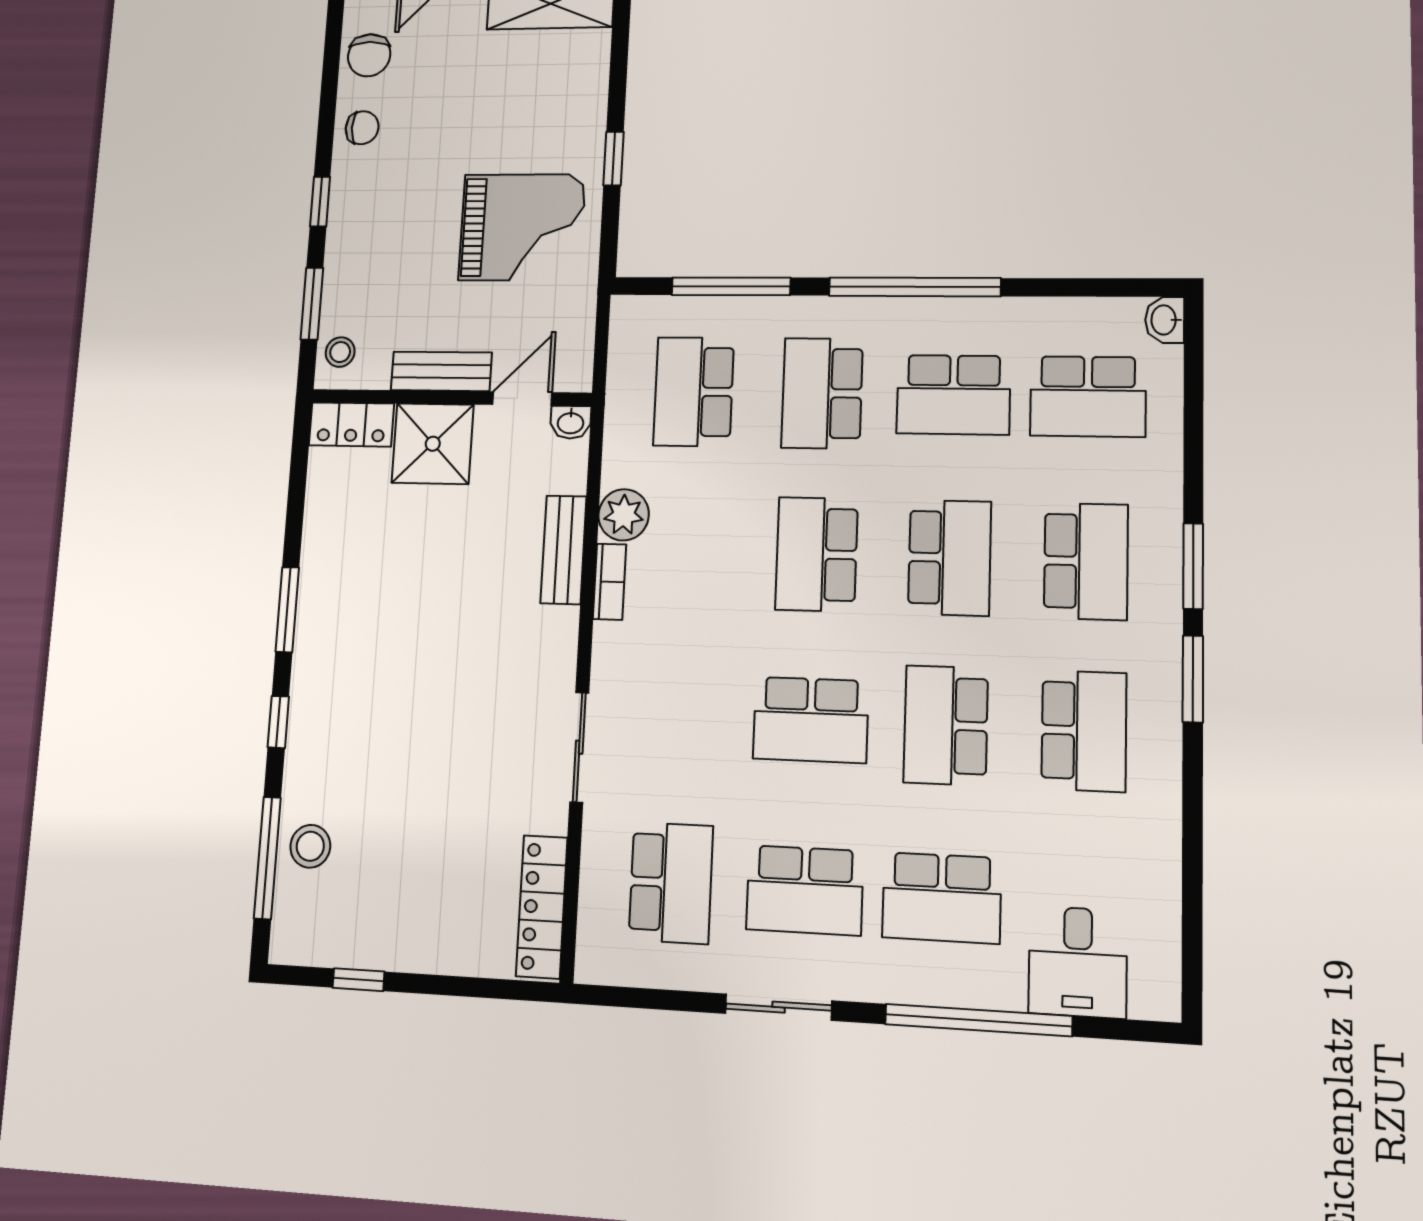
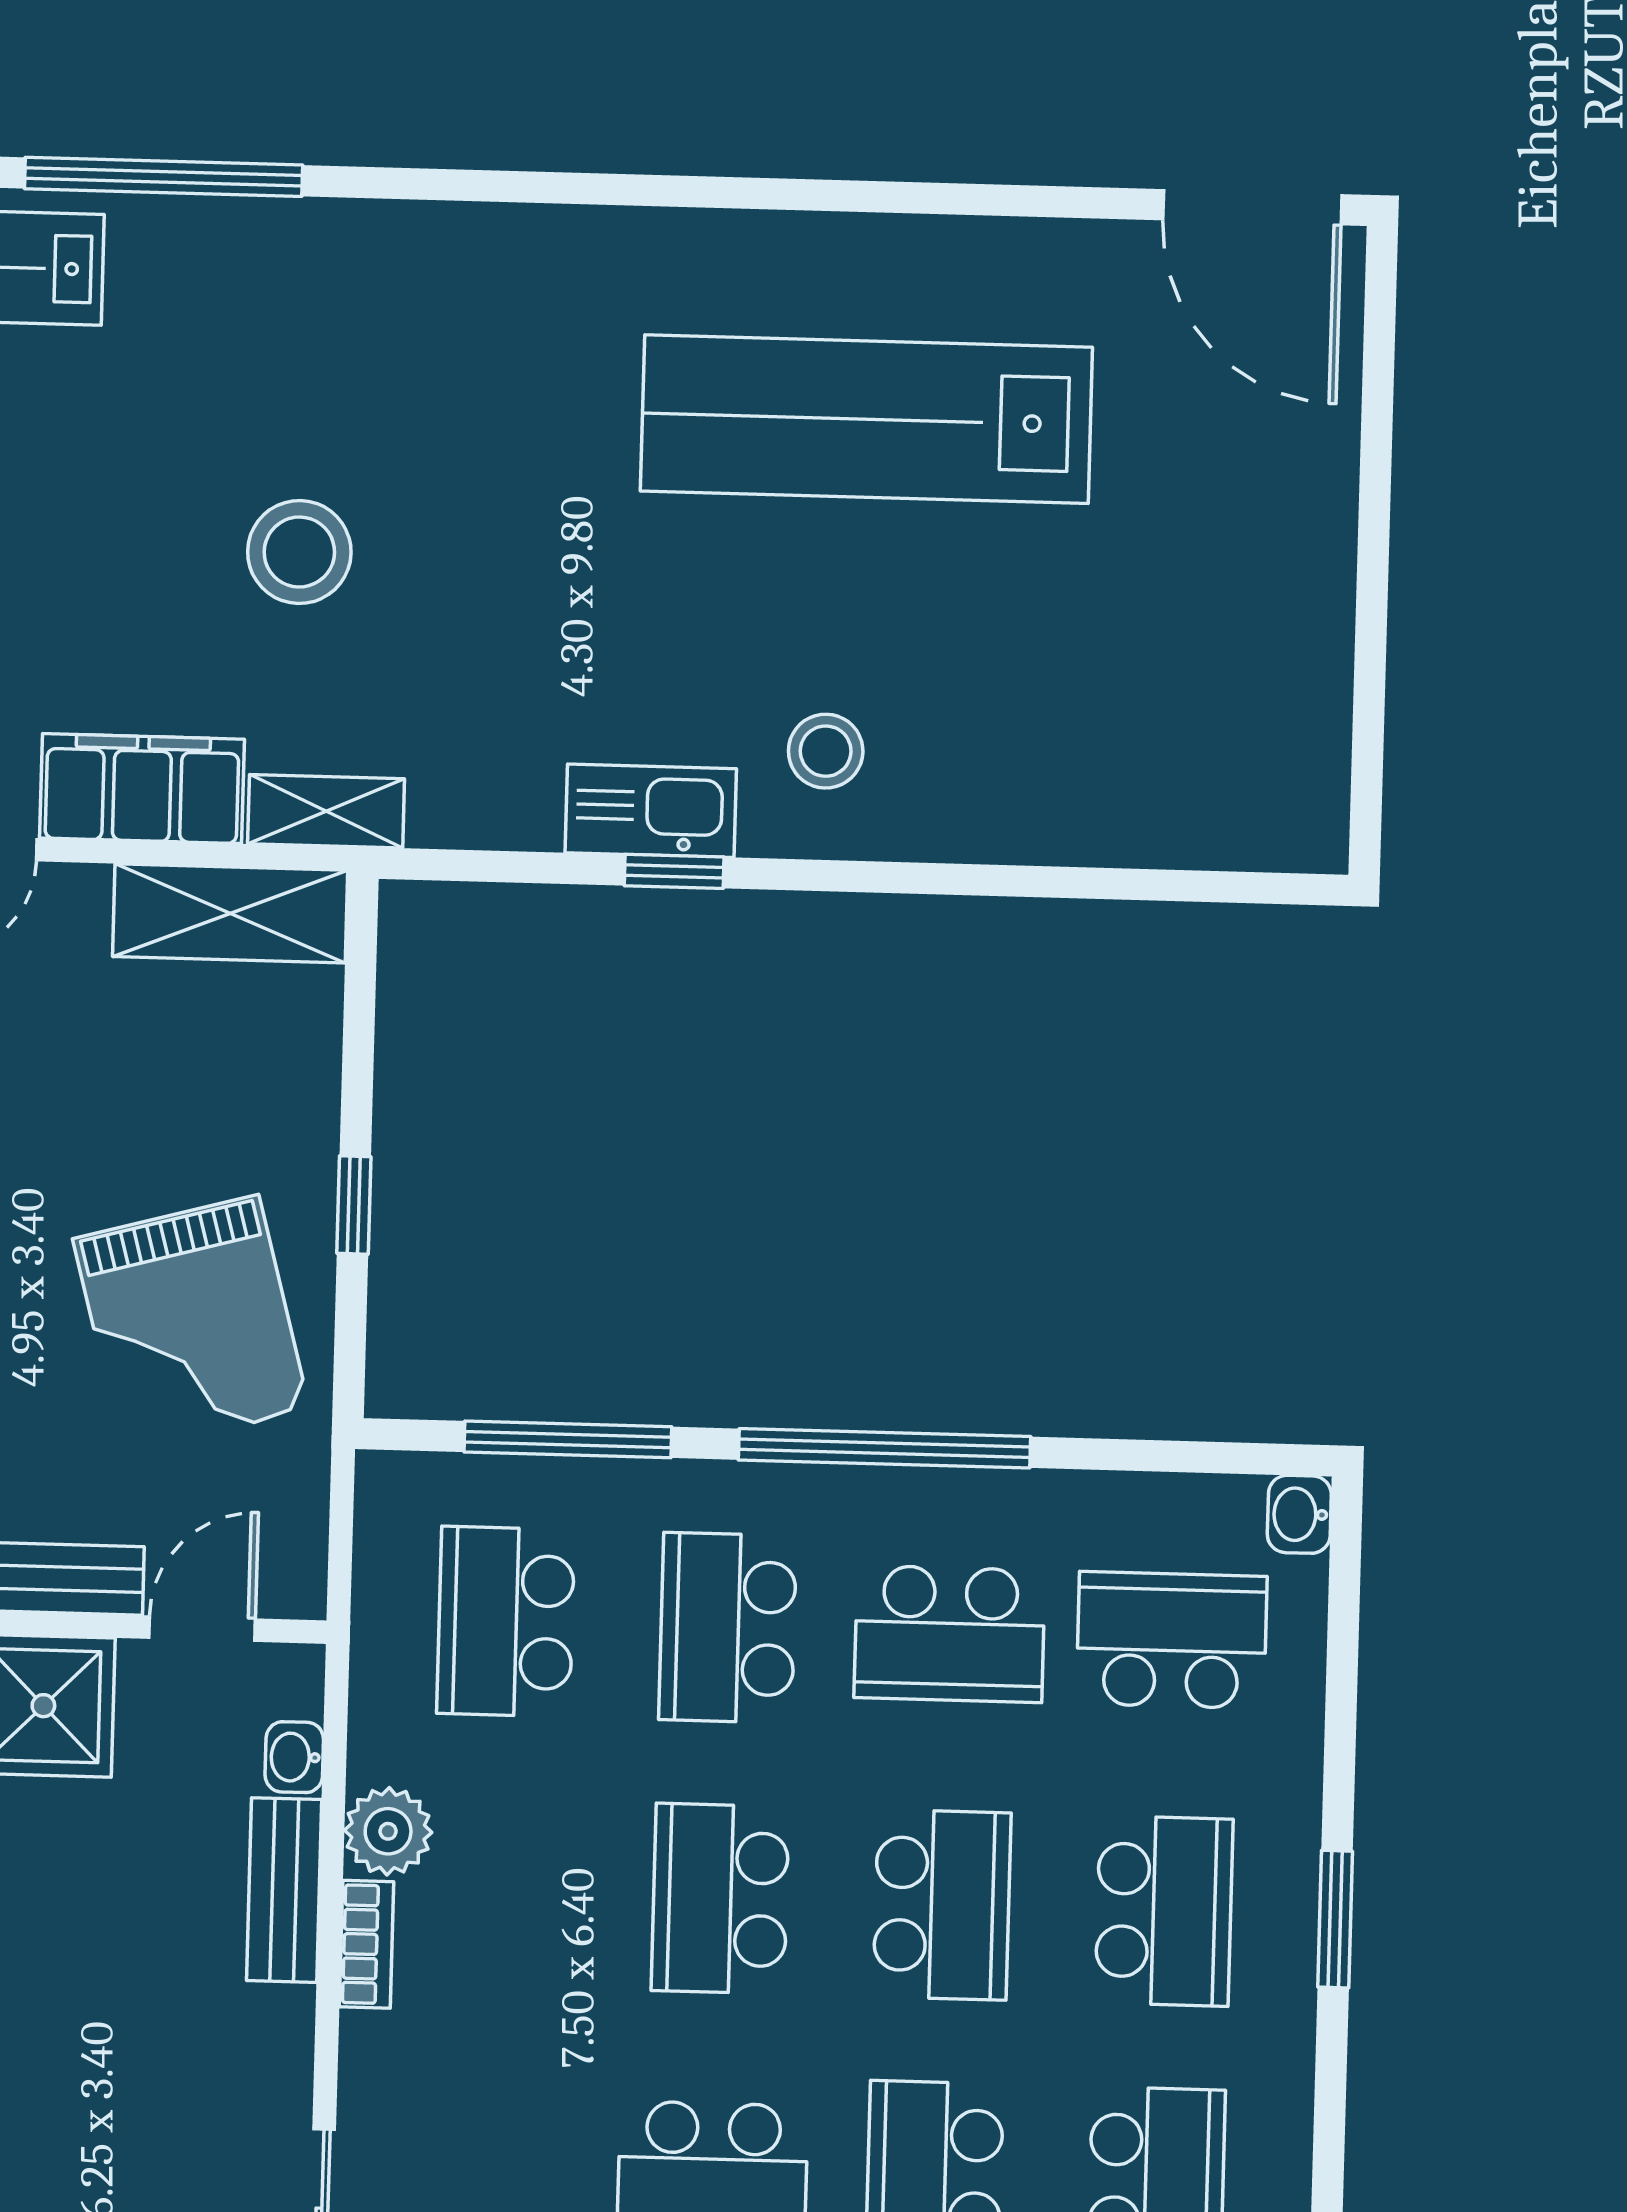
grand piano: (522, 227) -> (191, 1324), turned 75
school desk: (1088, 396) -> (1172, 1640), turned 180
washbasin: (571, 422) -> (294, 1757), moved, turned 90
window: (1193, 679) -> (1330, 2098), removed

